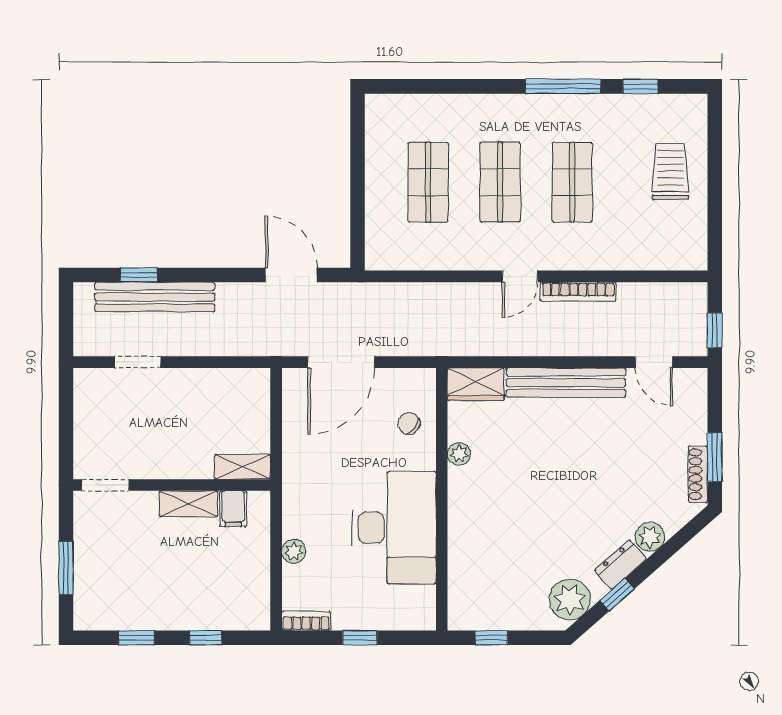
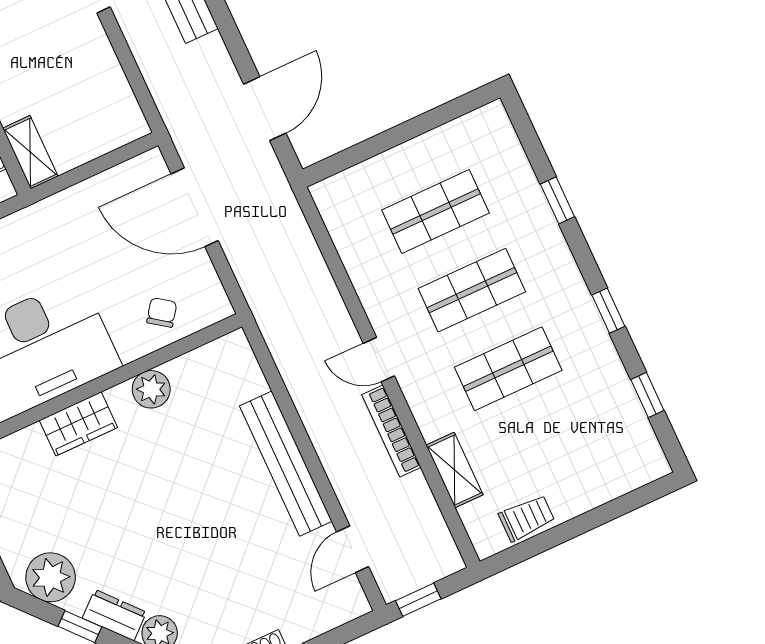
window: (462, 86) -> (557, 200), added
window: (563, 86) -> (608, 311), width x0.46
trolley: (670, 172) -> (527, 518), moved, width x0.73, depth x0.72
shelving: (630, 258) -> (455, 470), added
wardrobe: (476, 384) -> (78, 424), moved, turned -90
plant: (459, 454) -> (151, 389), width x1.38, depth x1.38

